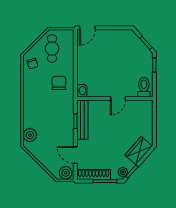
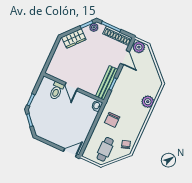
toilet: (144, 87) -> (56, 91), moved
door: (118, 98) -> (71, 87), swing flipped
plant: (30, 135) -> (148, 102), moved

